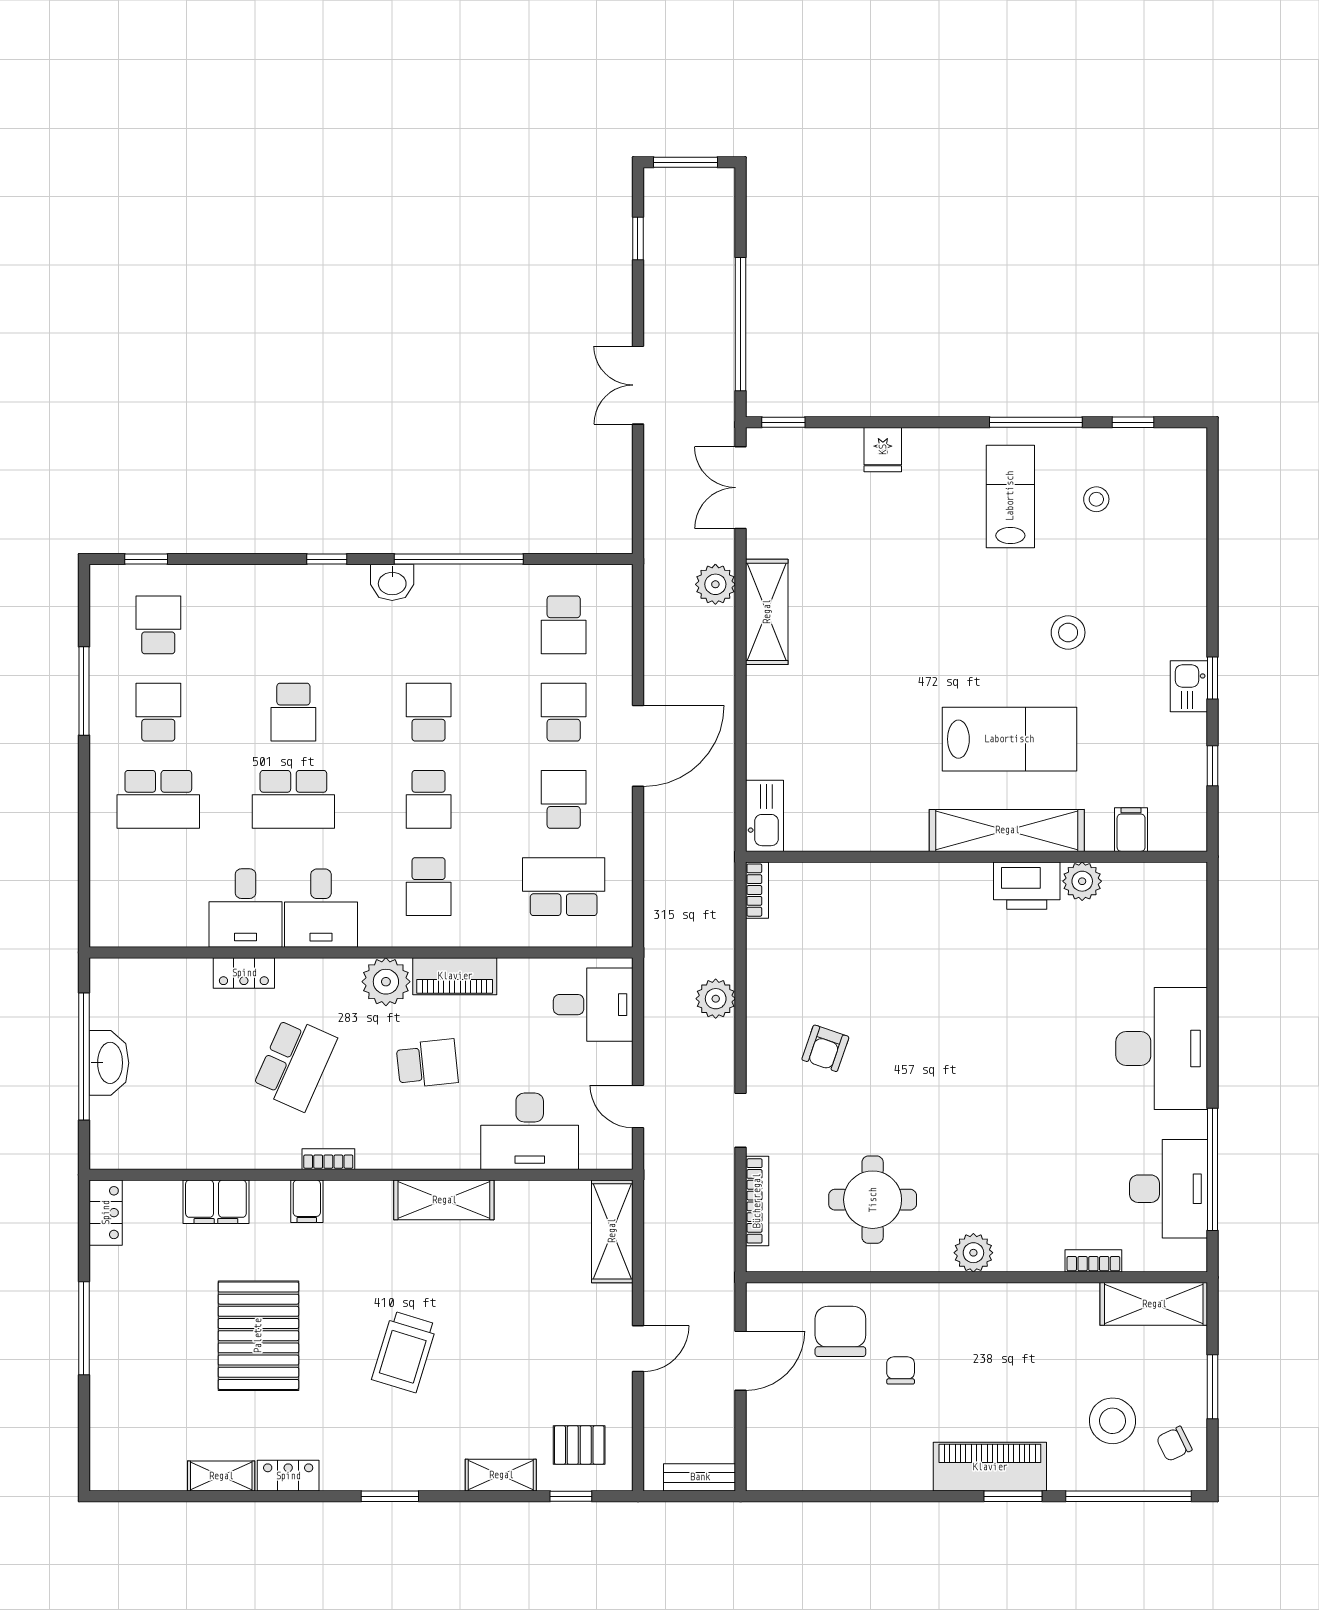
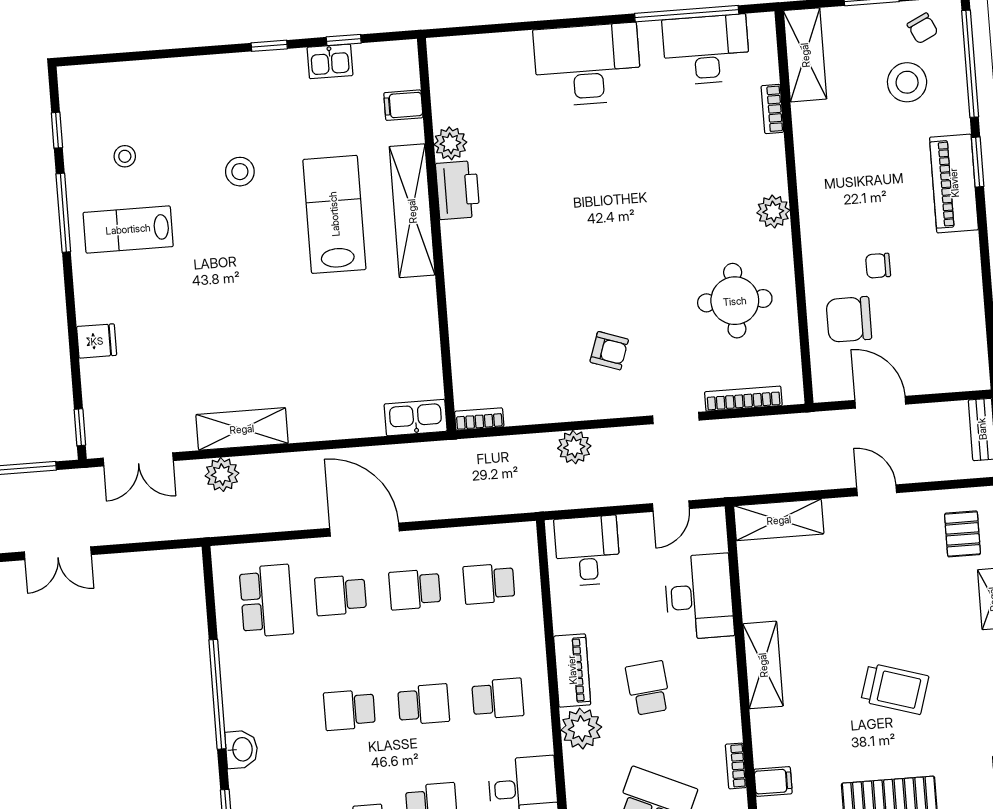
school desk: (564, 625) -> (266, 601), width x1.85
kitchen sink: (1189, 686) -> (330, 61), moved
school desk: (564, 887) -> (489, 584), width x0.54

